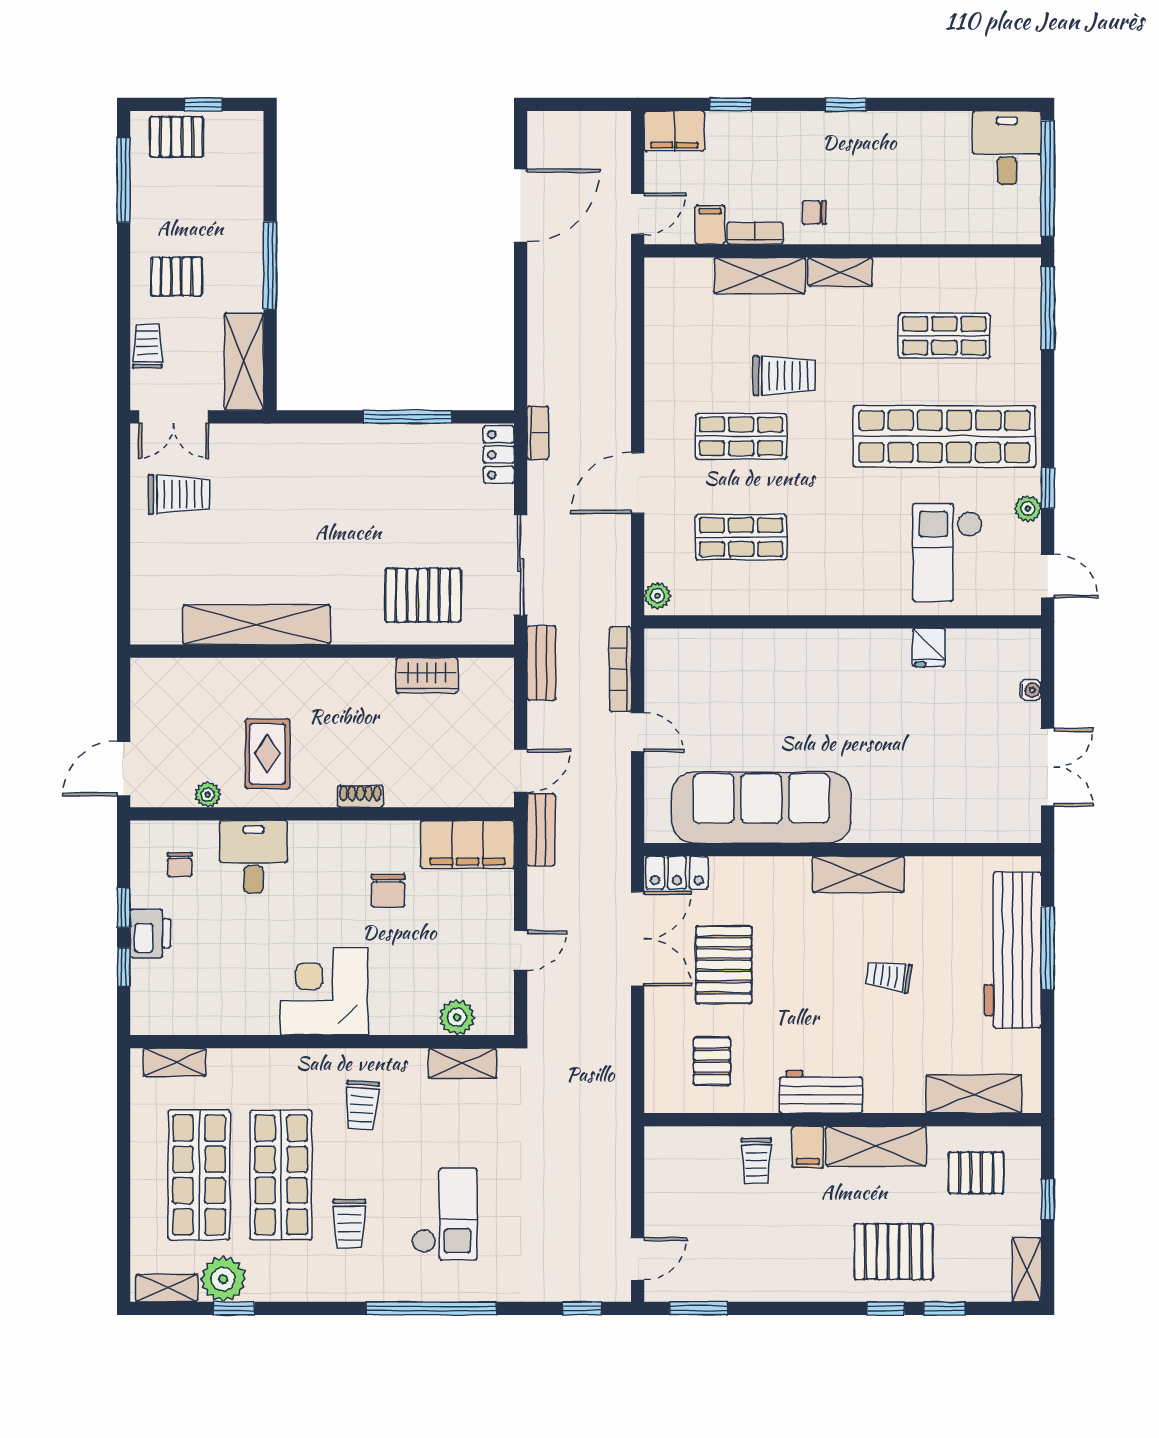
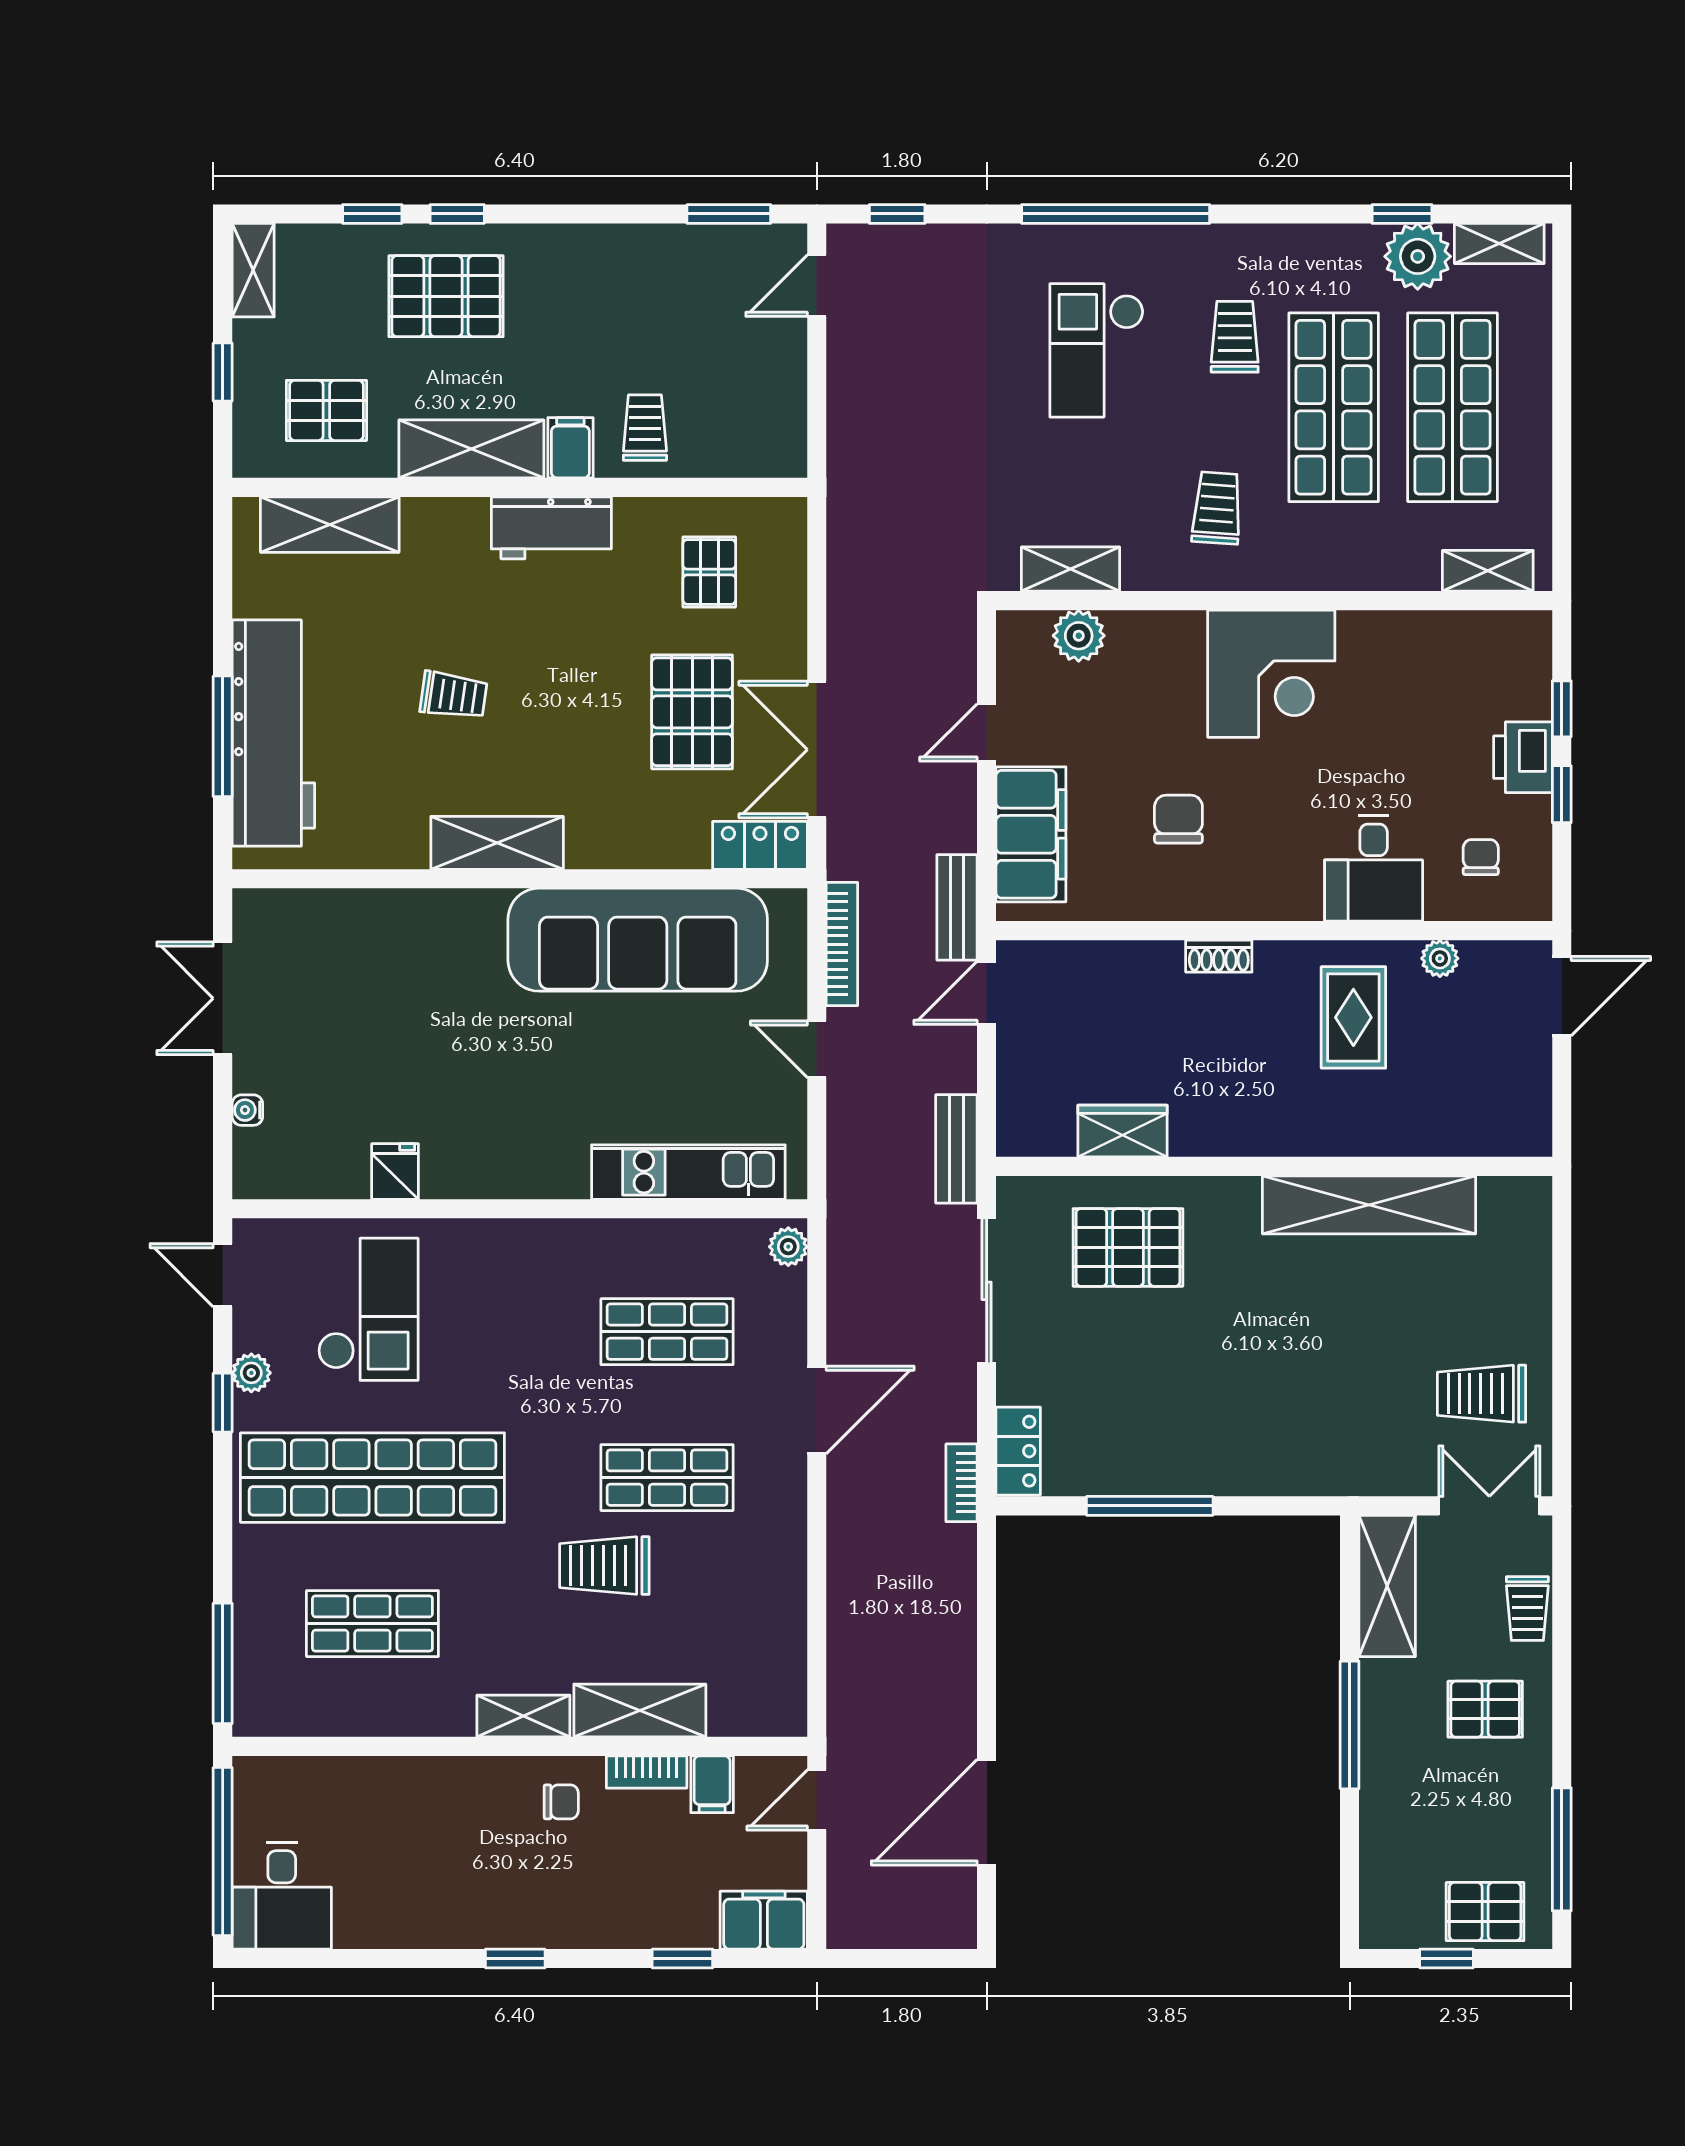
kitchen unit: (726, 647) -> (688, 1172), added
bookcase: (620, 669) -> (842, 944), moved
filing cabinet: (467, 844) -> (1031, 834), moved, turned 90

